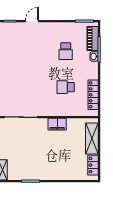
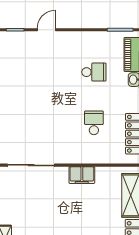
school desk: (66, 51) -> (94, 72), turned -90
school desk: (66, 87) -> (94, 123), turned 90

